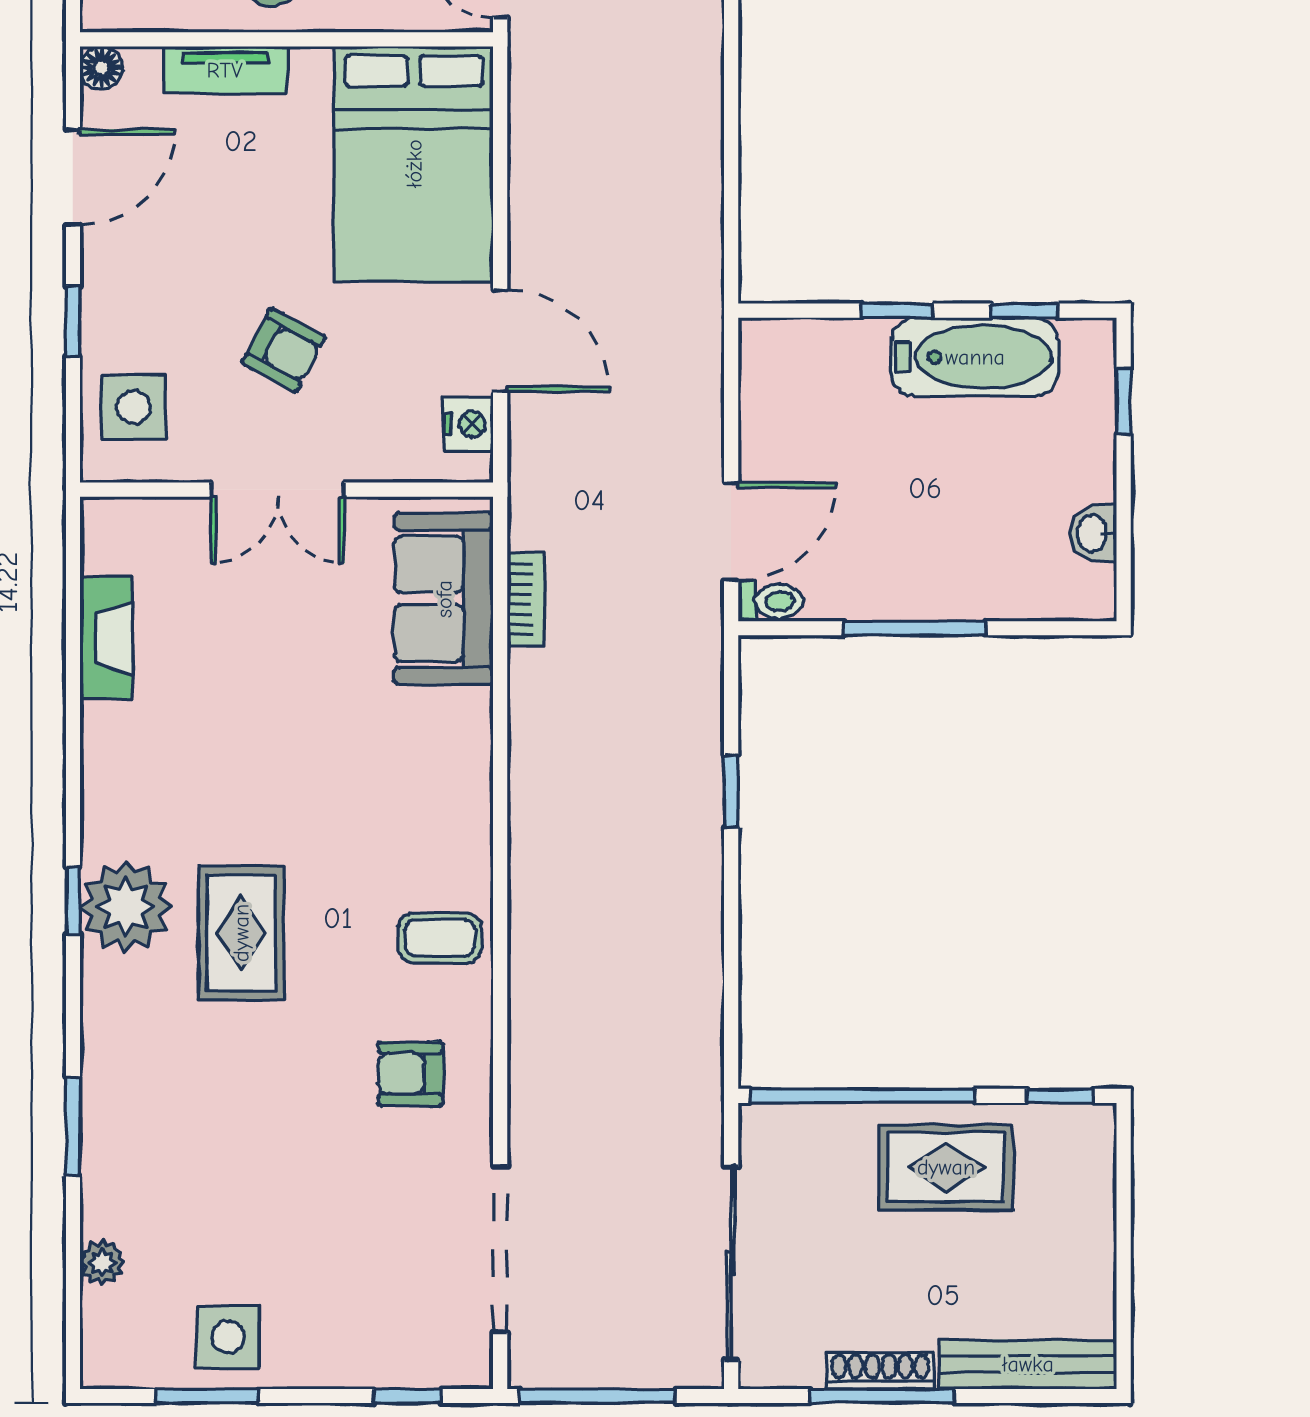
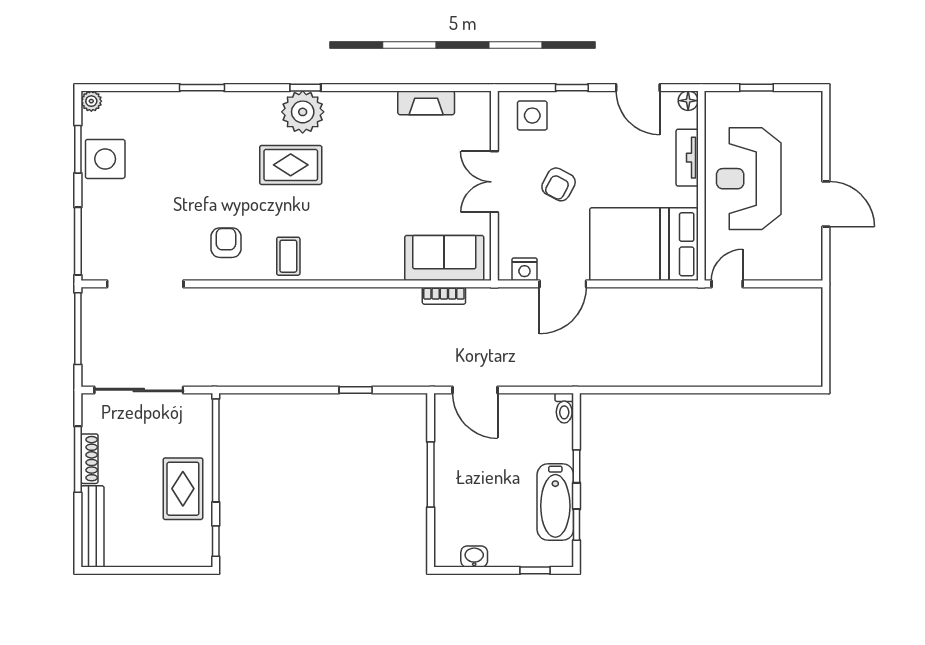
toilet: (771, 601) -> (564, 408), moved
plant: (102, 1263) -> (91, 101), moved
side table: (228, 1337) -> (105, 159), width x1.37, depth x1.37
window: (407, 1396) -> (78, 241), width x2.17

